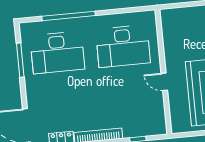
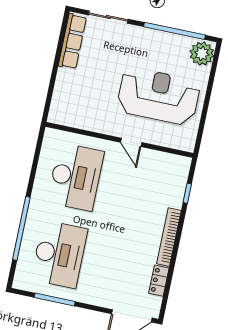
door: (164, 82) -> (131, 142), hinge flipped

